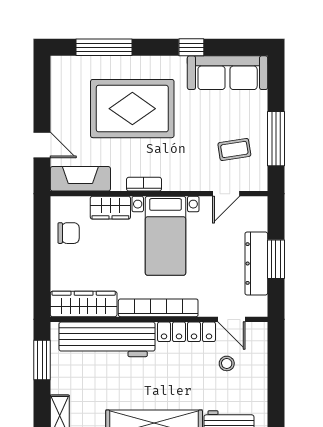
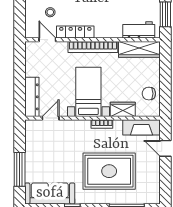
window: (276, 139) -> (20, 169), moved
coffee table: (234, 149) -> (45, 146), removed
window: (276, 259) -> (20, 77), removed
dresser: (256, 264) -> (32, 97), moved
workbench: (107, 339) -> (139, 30), width x0.53, depth x0.76

